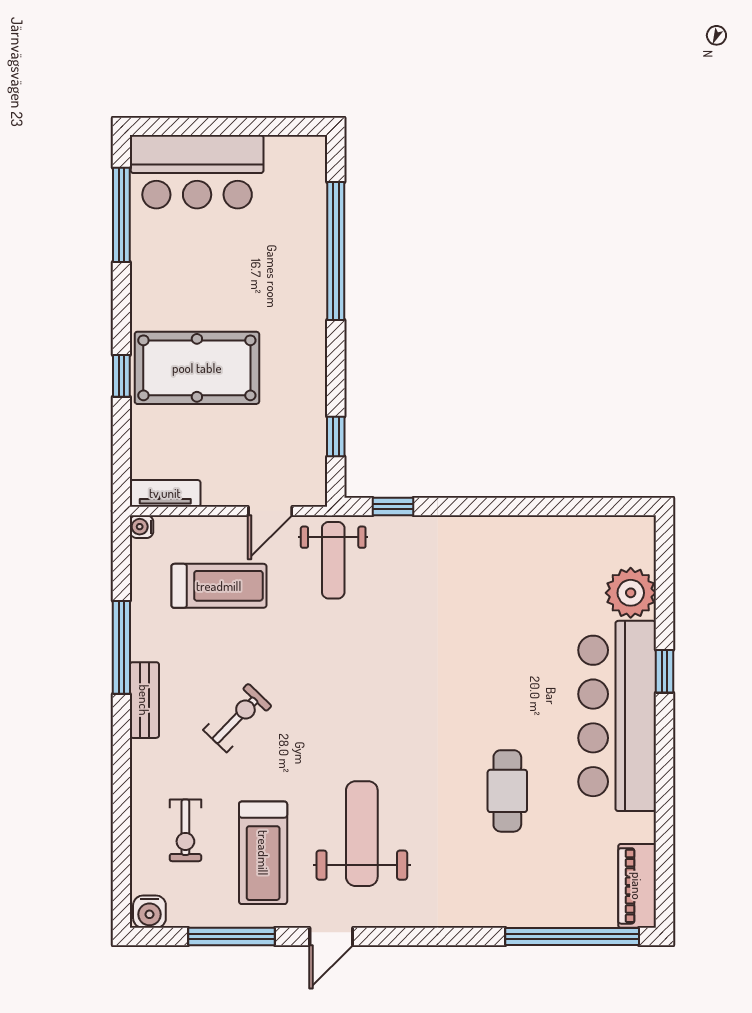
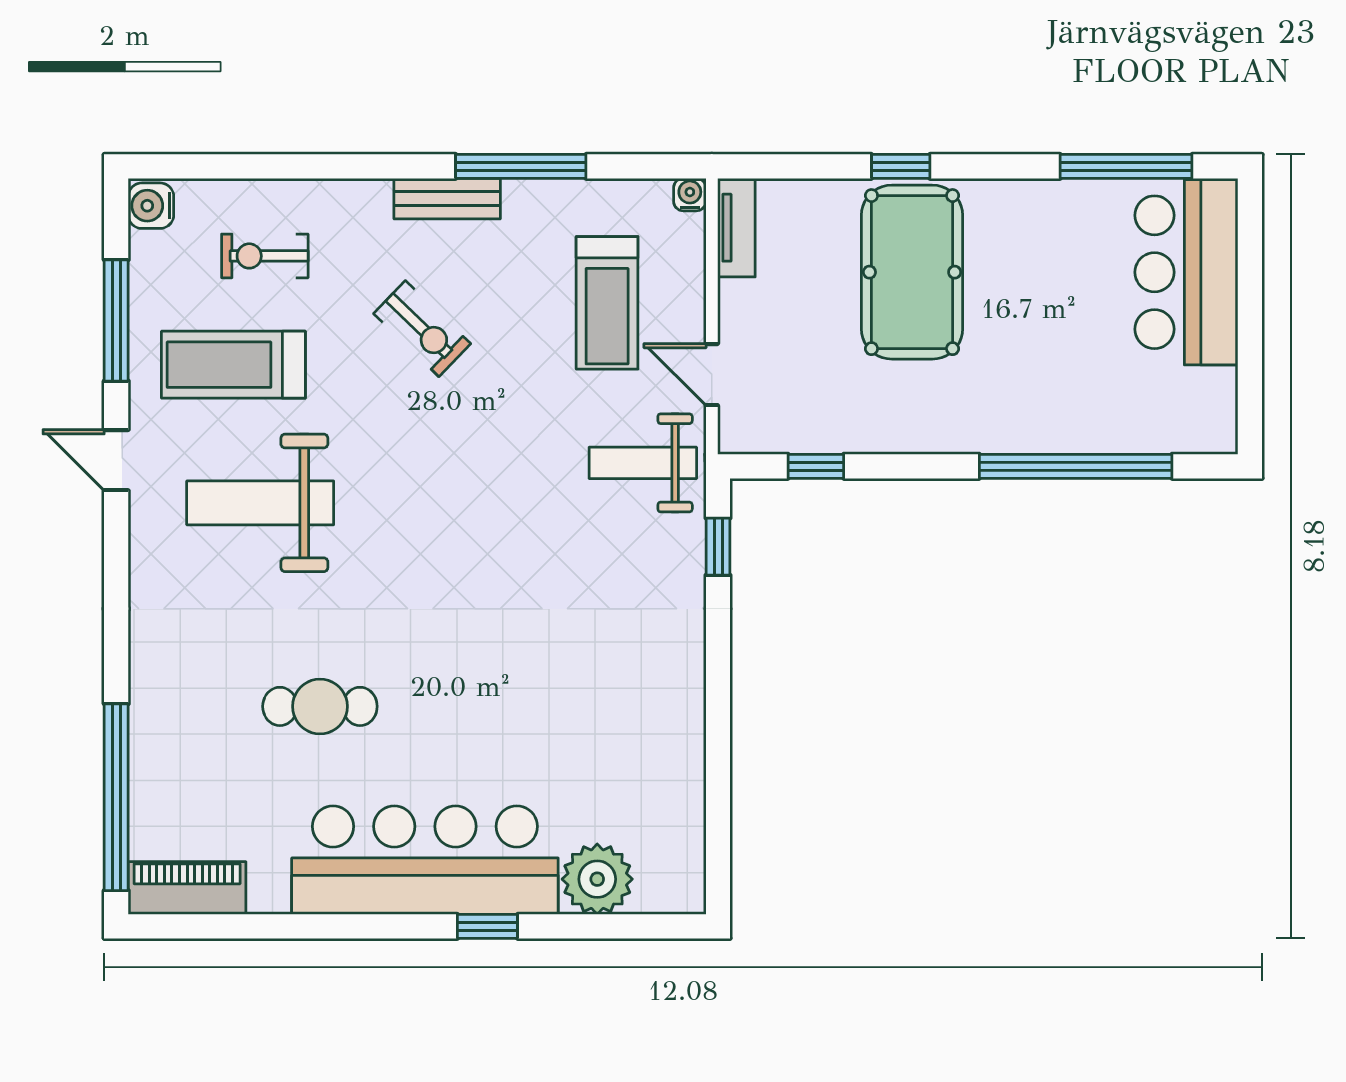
weight bench: (362, 834) -> (260, 503), turned 180

